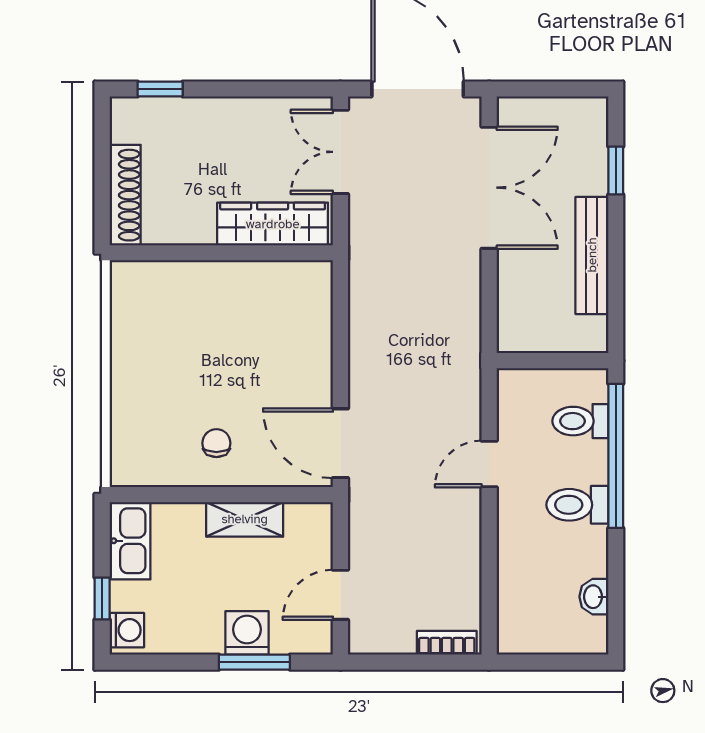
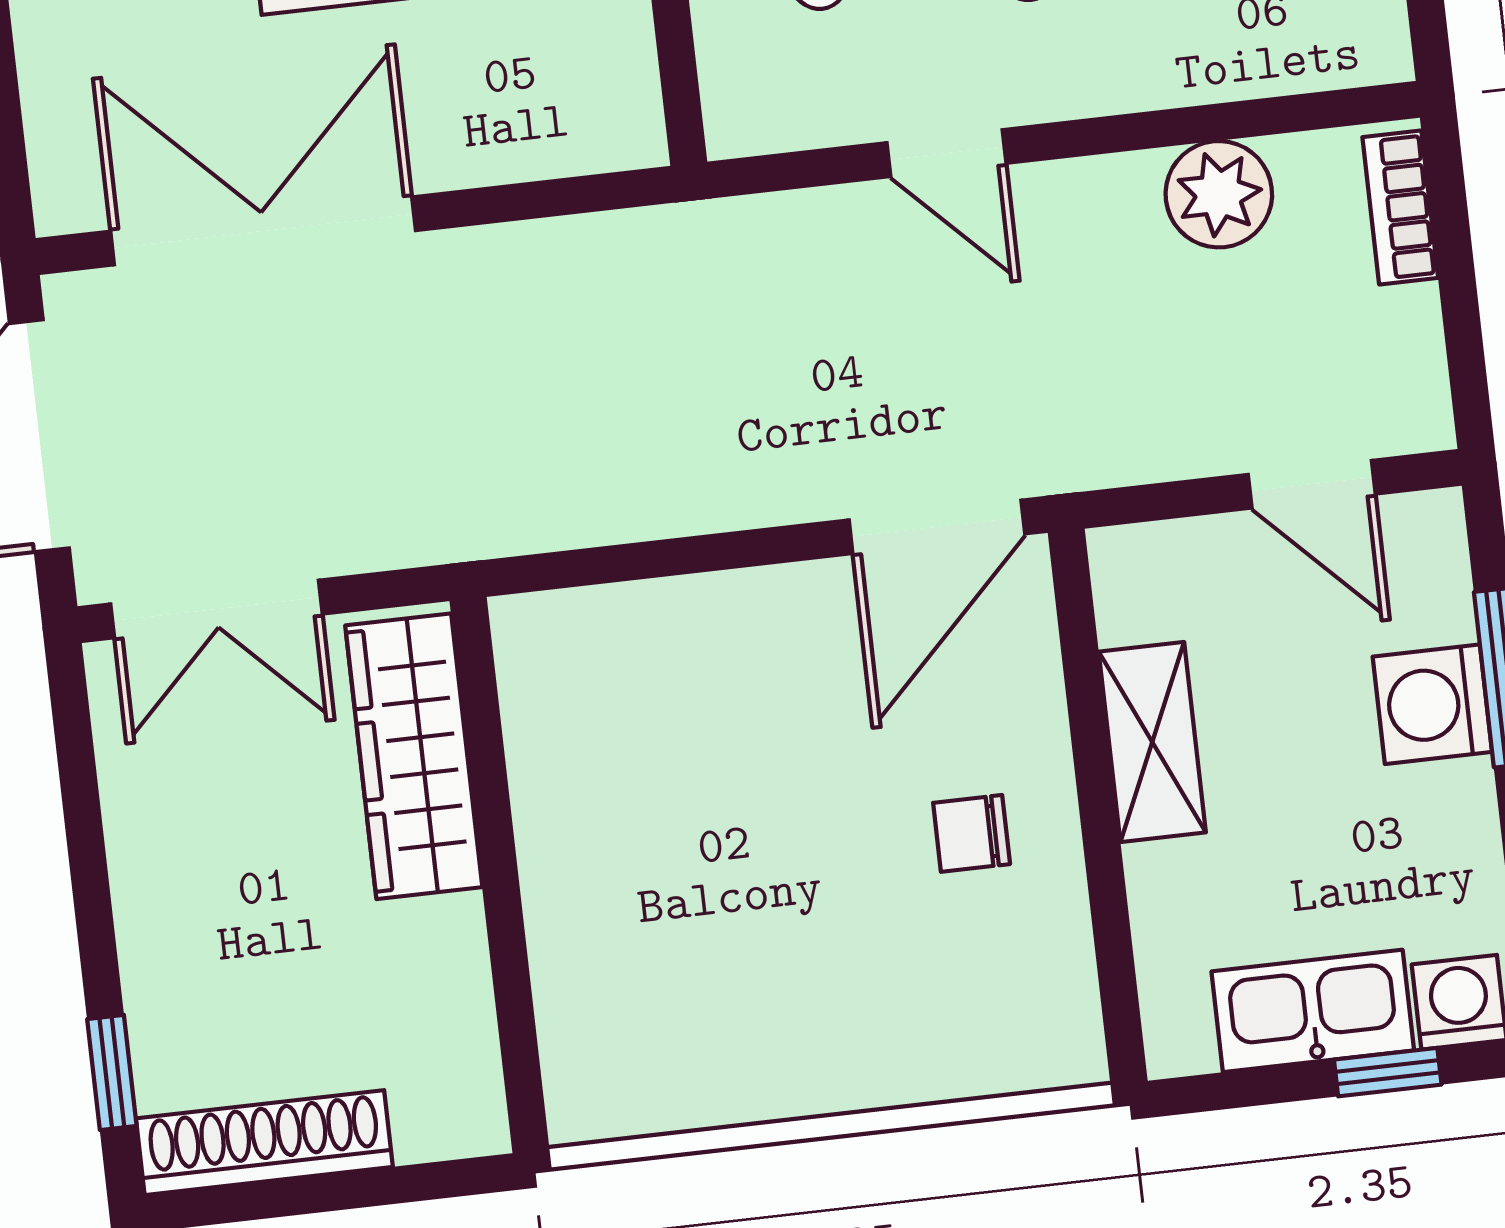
shoe rack: (125, 195) -> (264, 1143), moved
kitchen sink: (130, 541) -> (1313, 1011), moved
plant: (460, 571) -> (1219, 194), added

